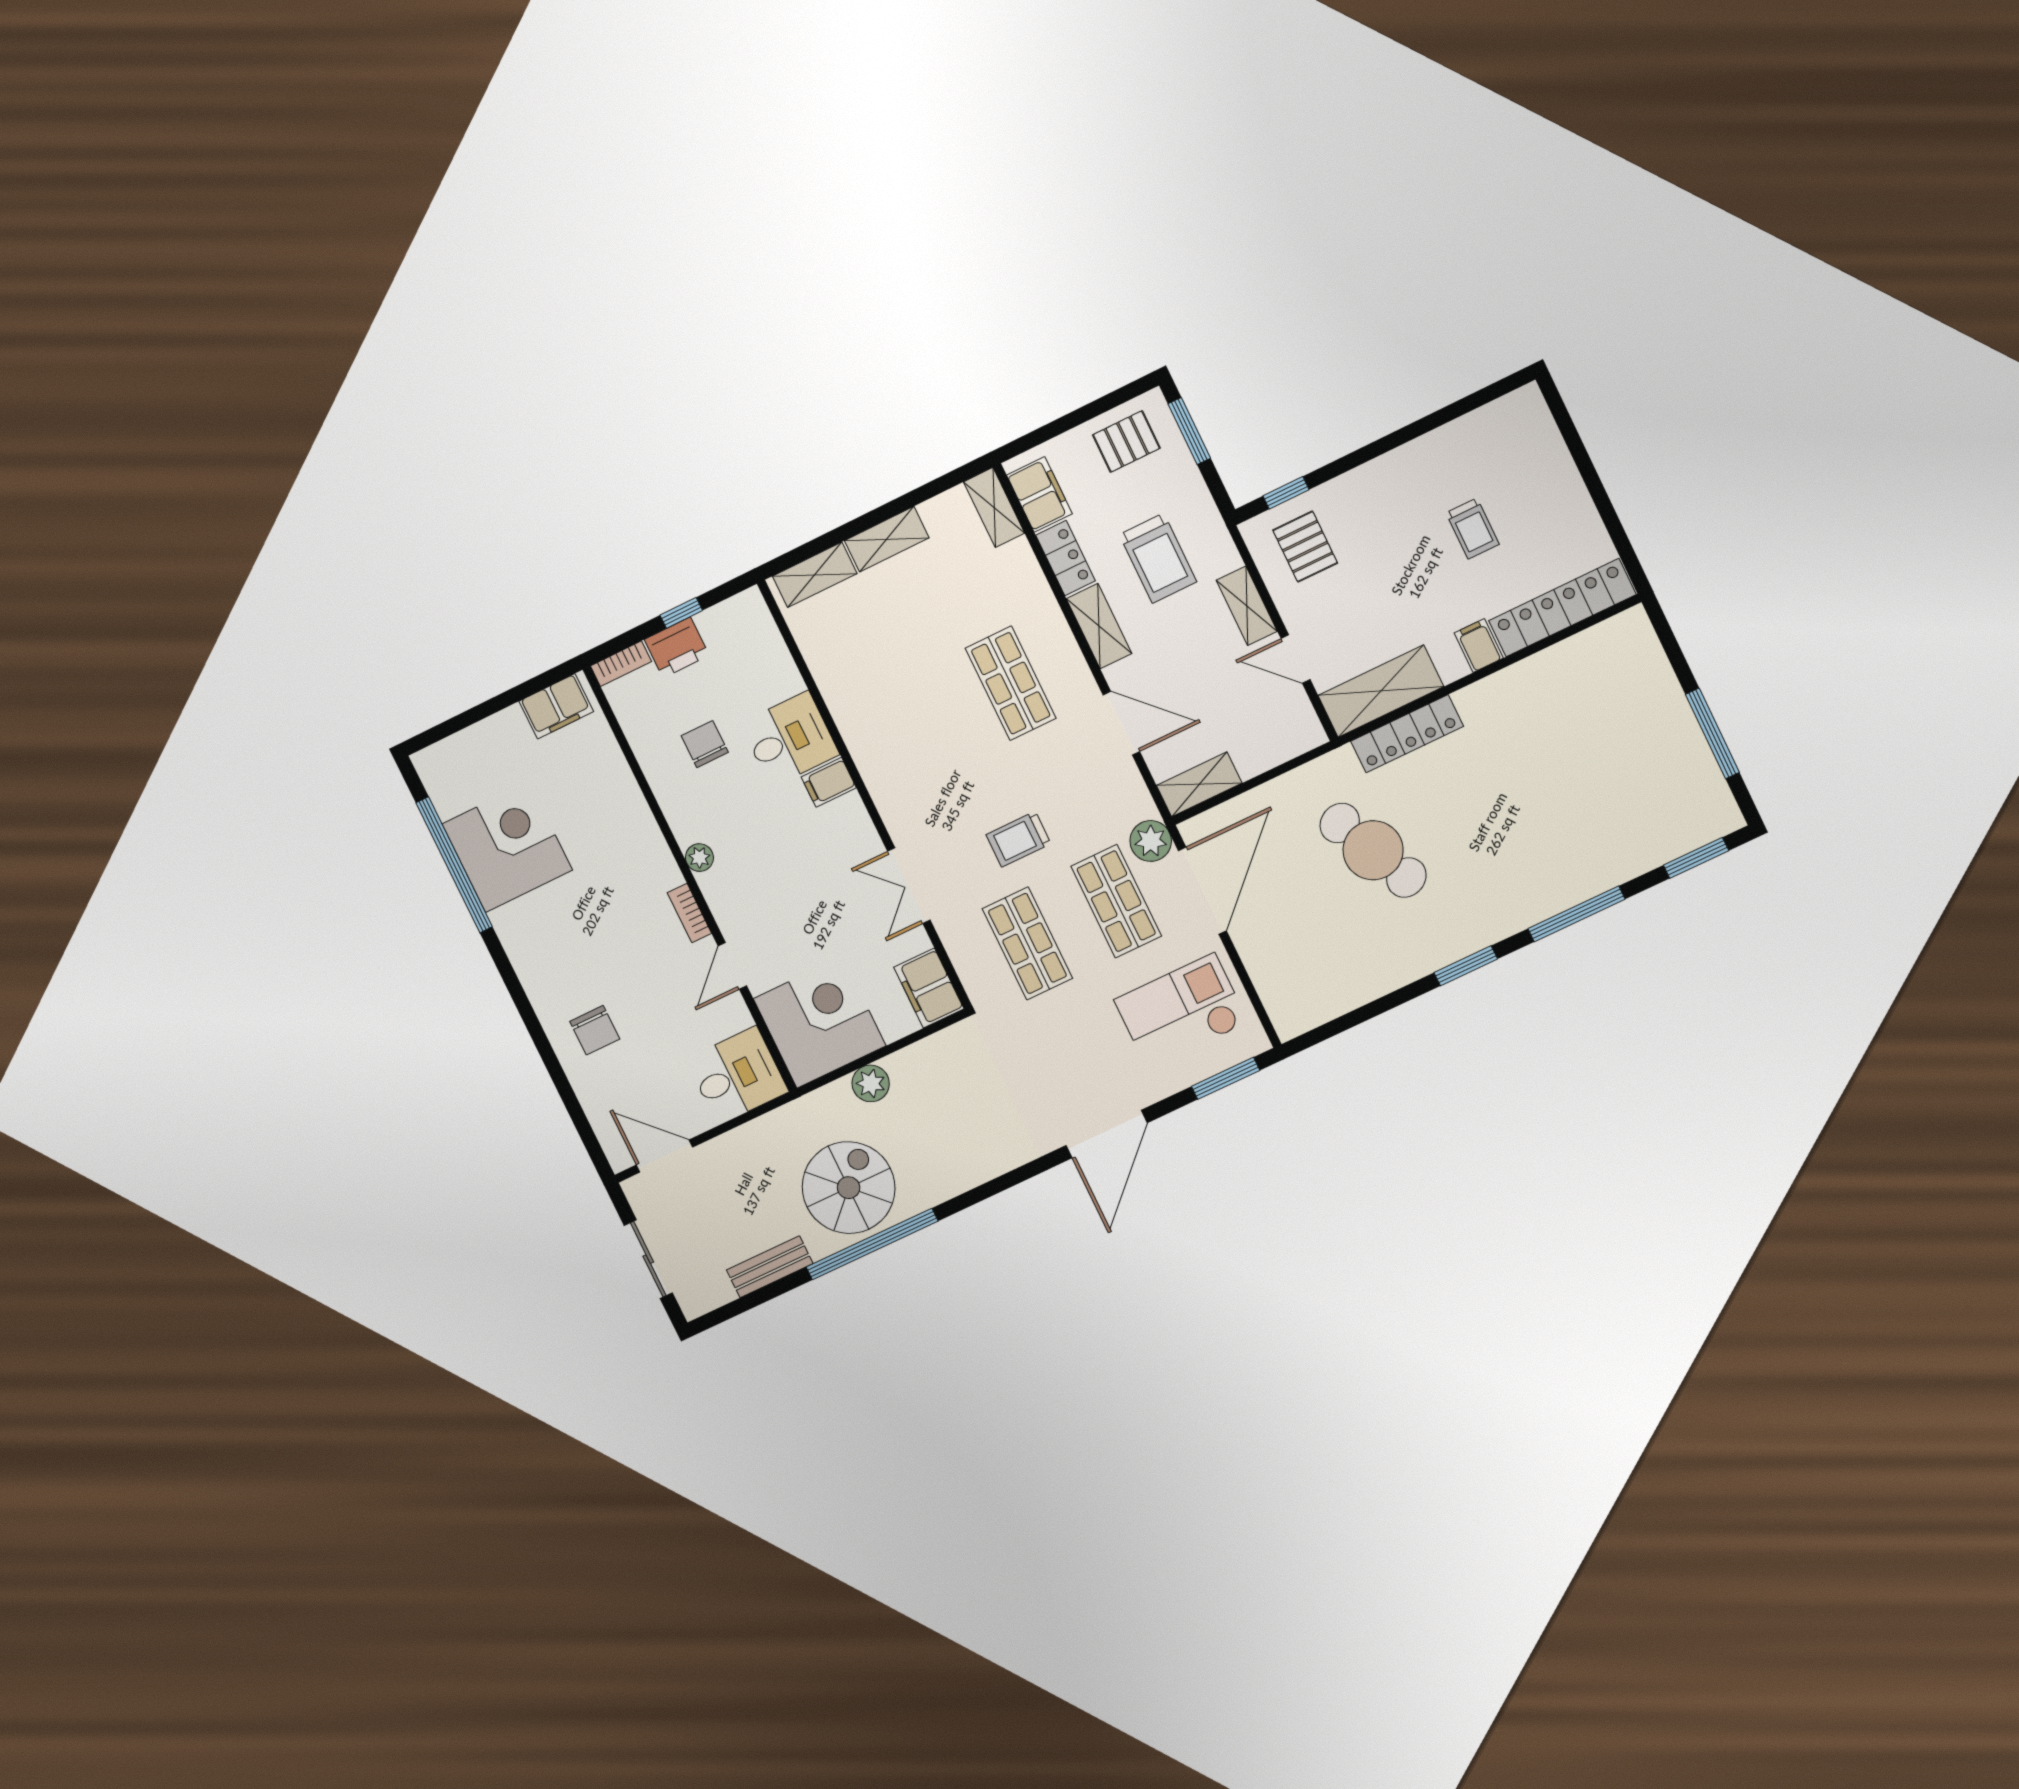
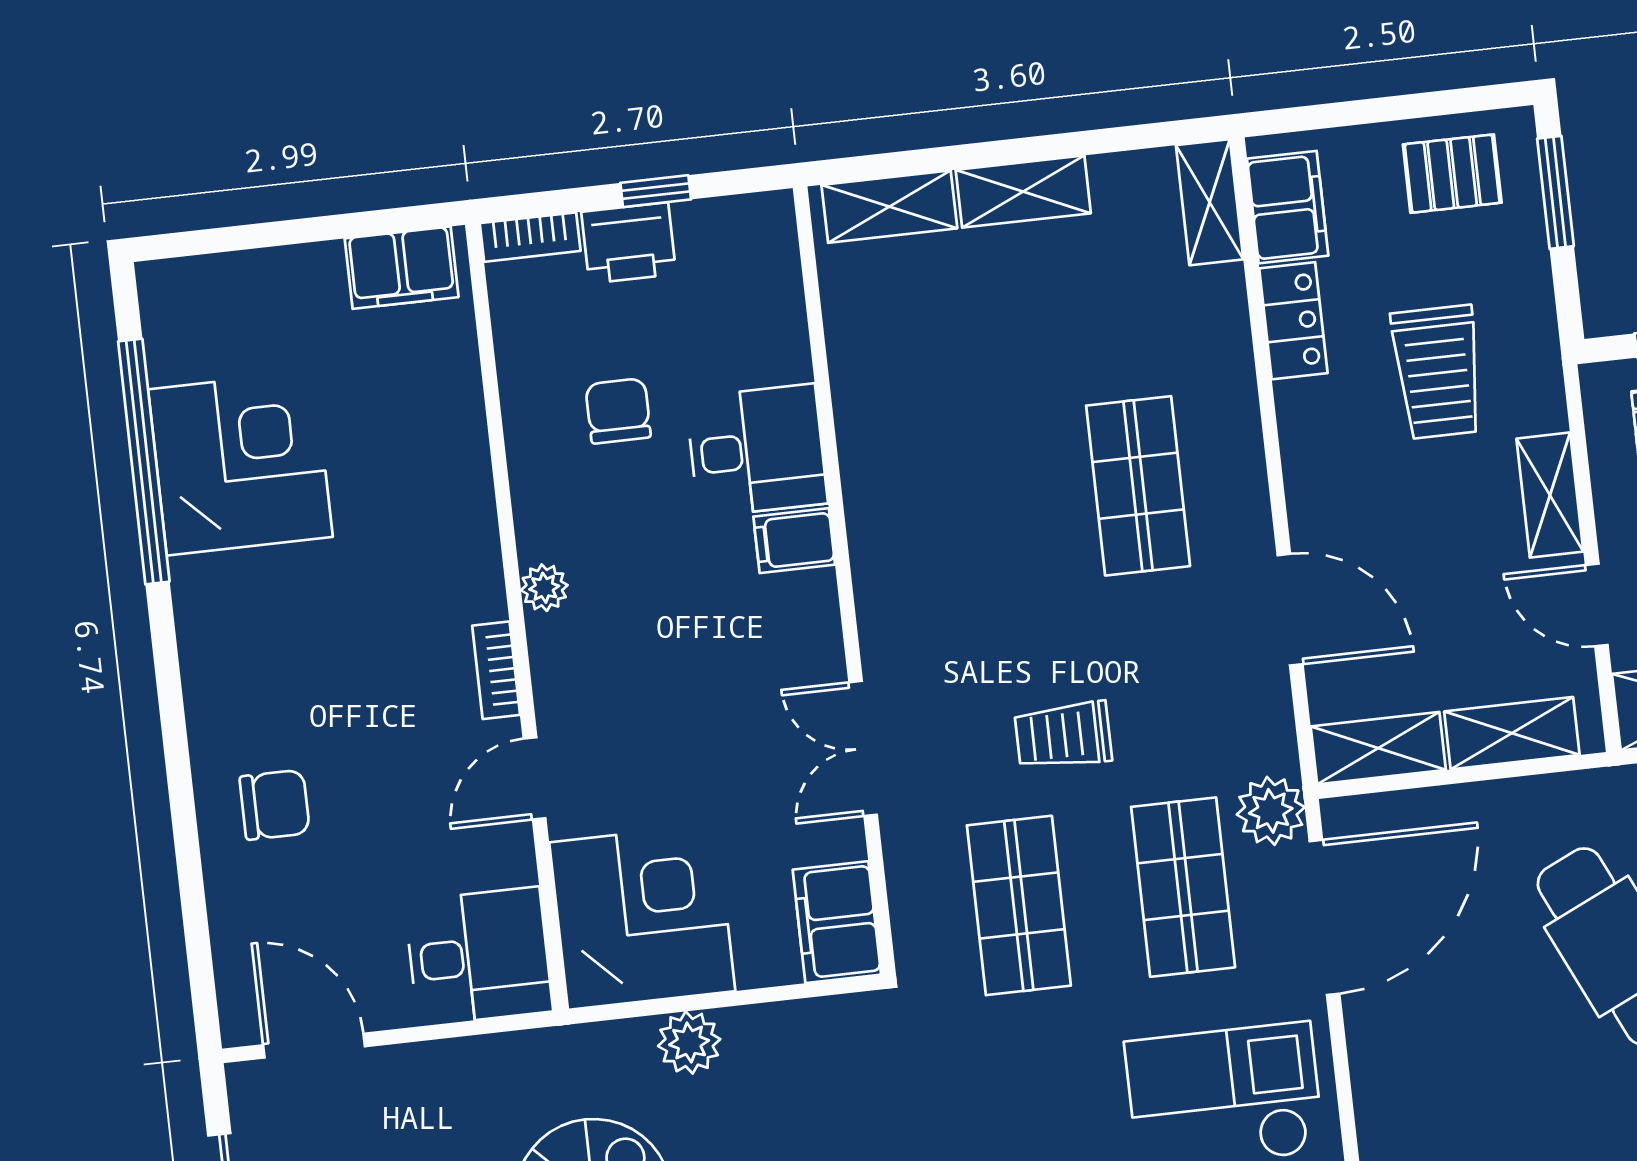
shelving: (1099, 626) -> (1512, 733), moved, turned 90
chair: (595, 1030) -> (275, 805), turned -90

